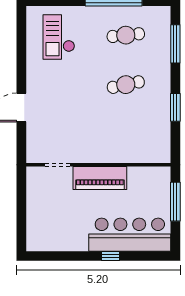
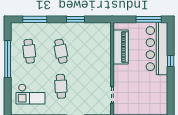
cafe table: (71, 85) -> (61, 86), added
piano: (100, 178) -> (121, 47), moved
window: (175, 202) -> (149, 19), moved

